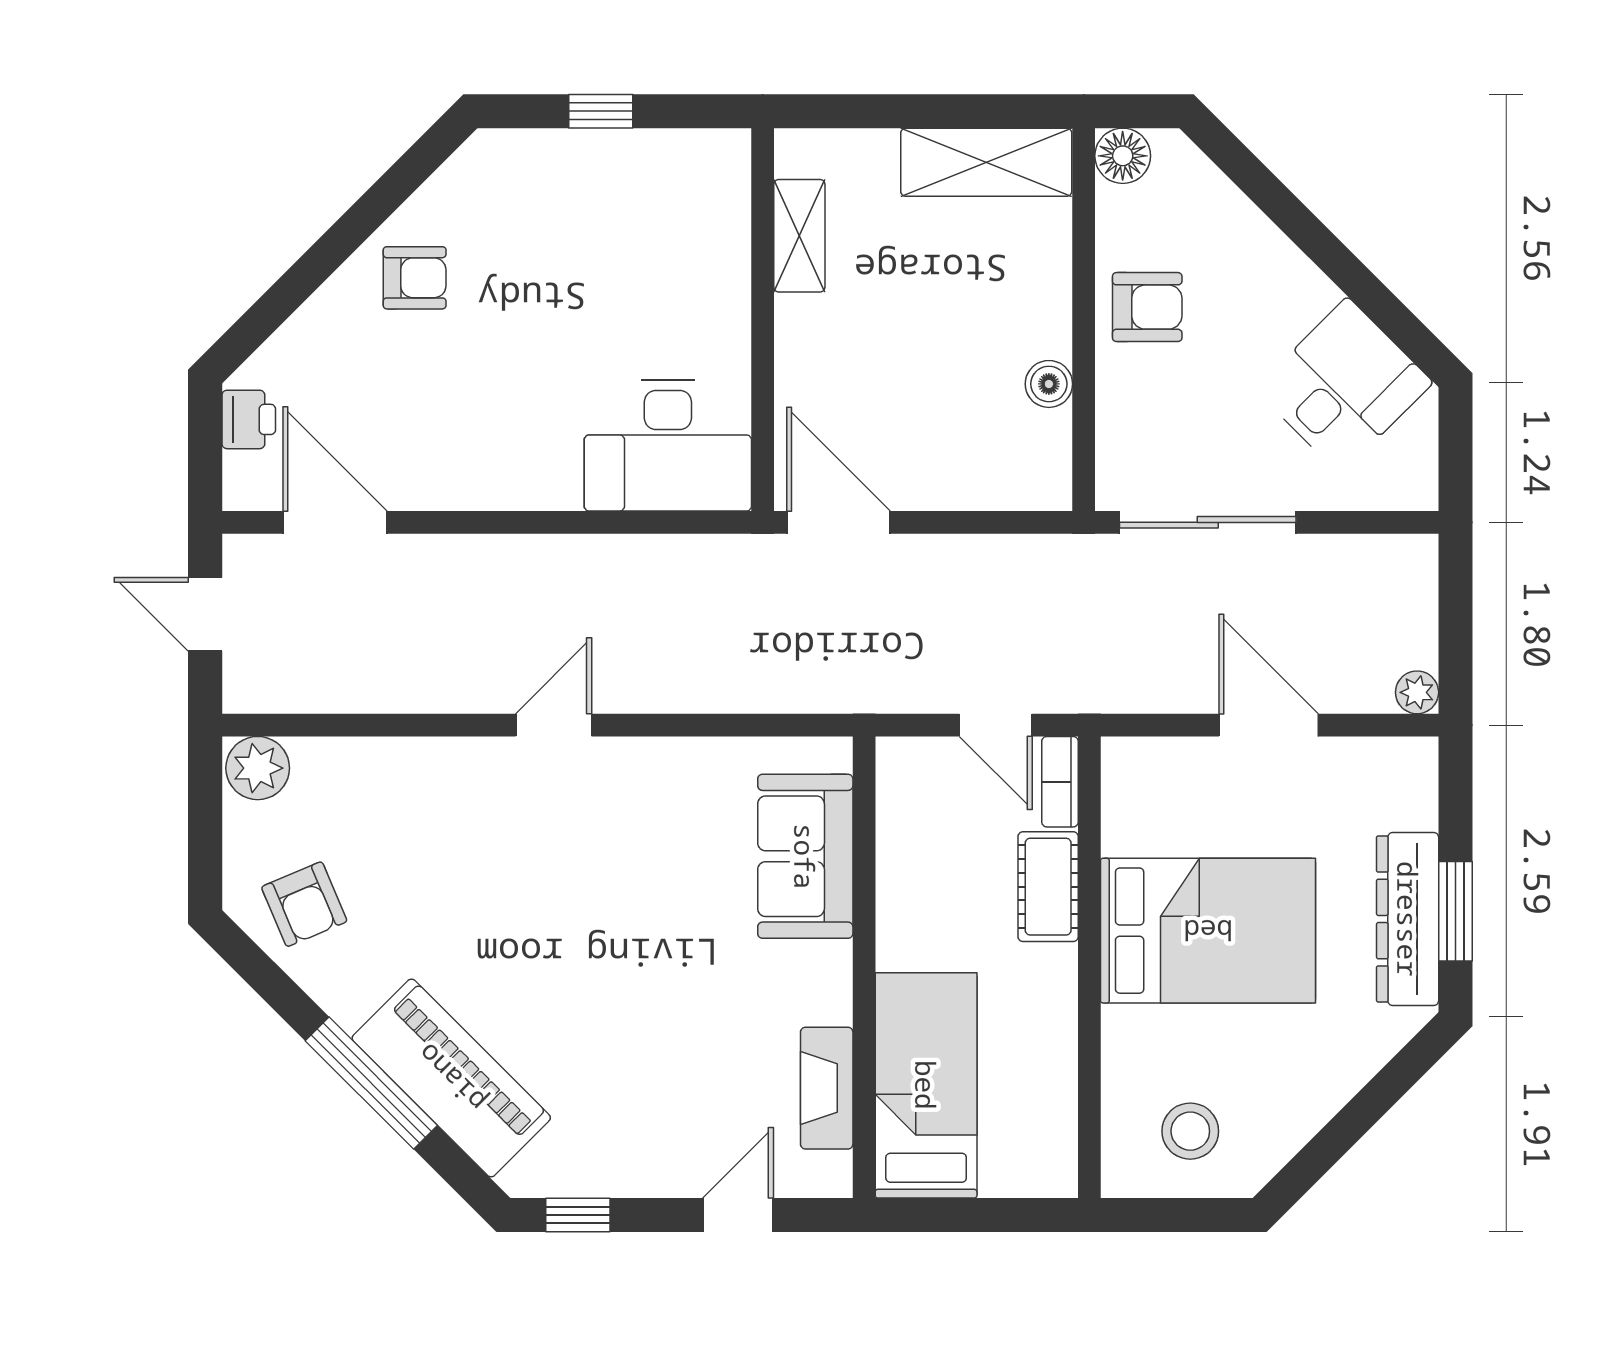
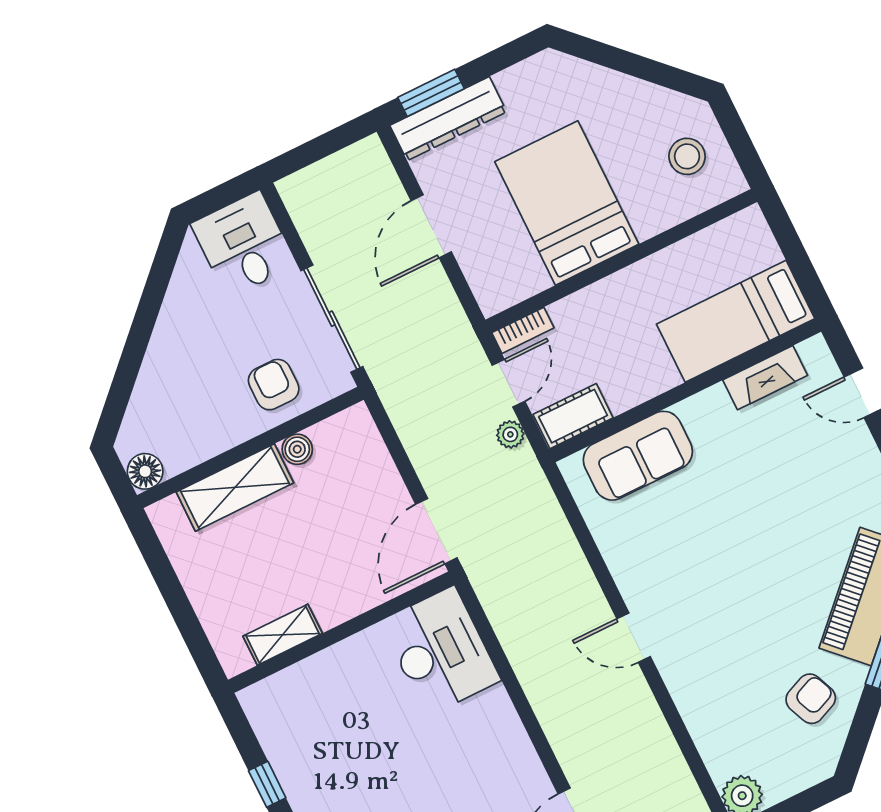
shelving: (986, 162) -> (235, 487), moved, turned 90
armchair: (1147, 307) -> (274, 385), moved
desk: (1344, 386) -> (244, 244), moved, turned 45
plant: (1417, 692) -> (510, 434), moved
cot: (1048, 887) -> (573, 416), moved
armchair: (304, 904) -> (811, 699), moved
window: (1455, 911) -> (431, 93), moved
dresser: (1408, 919) -> (448, 119), moved

